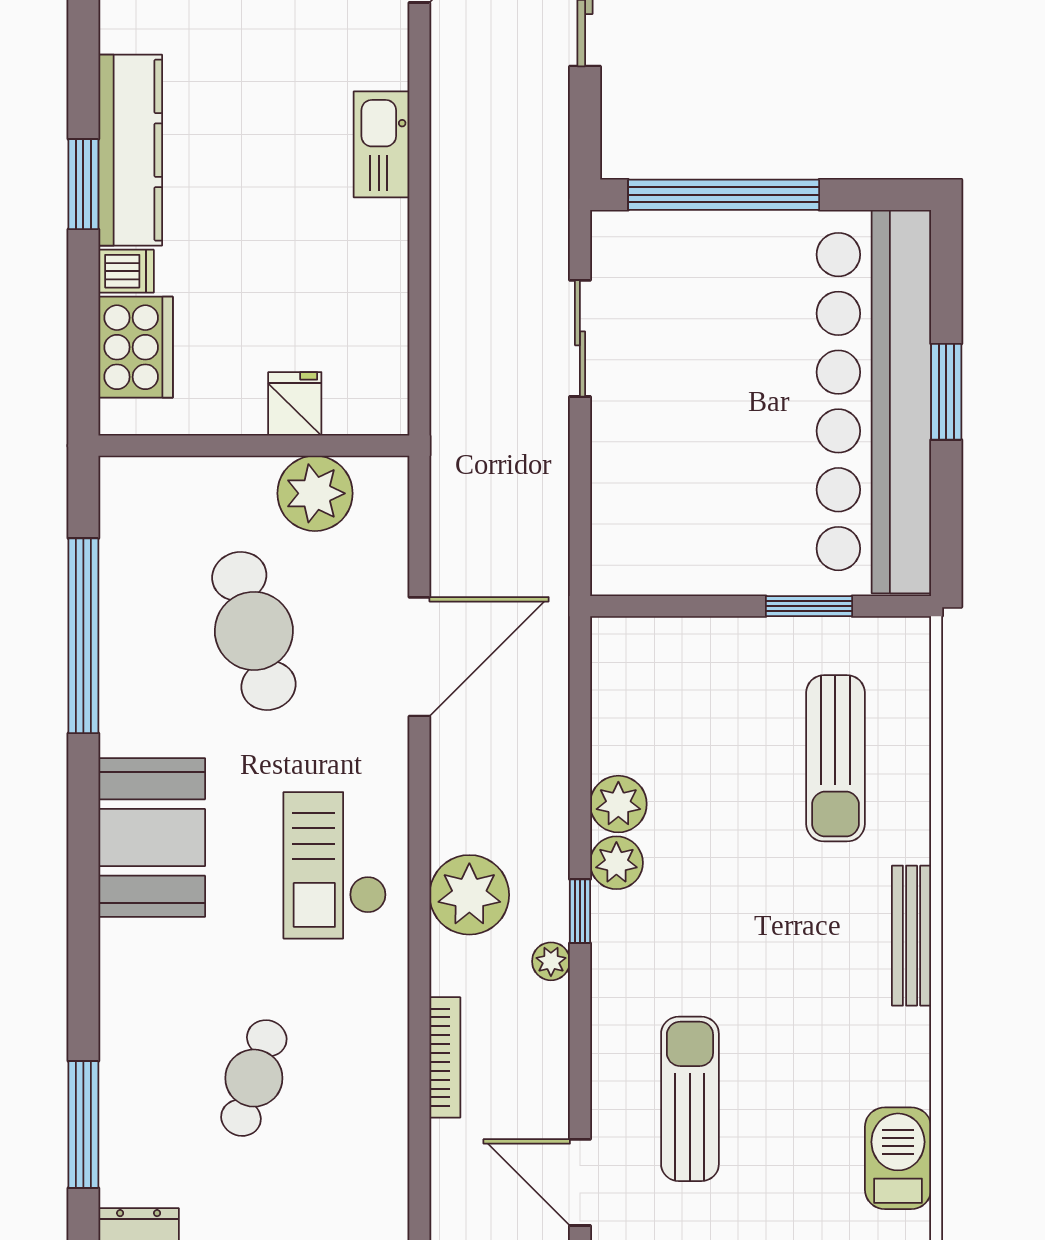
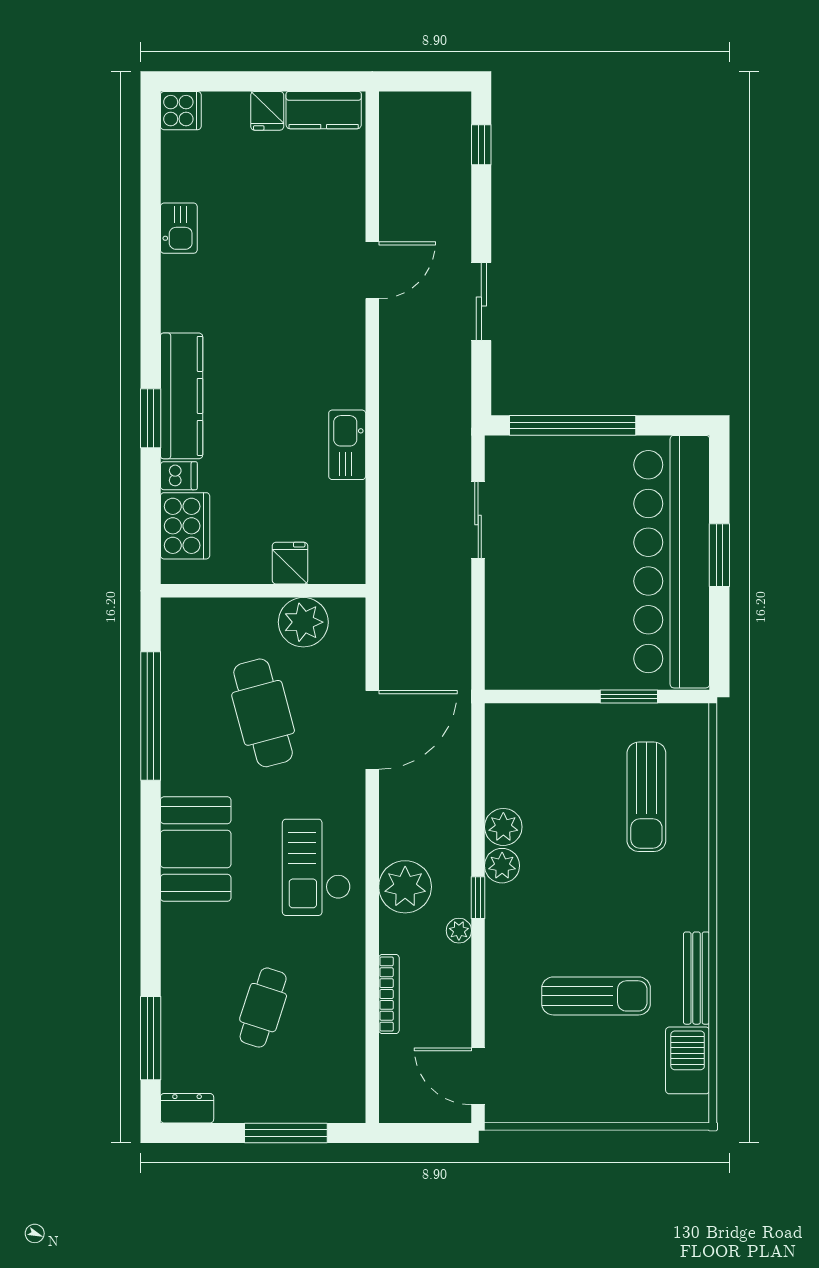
kitchen sink: (381, 144) -> (347, 445), moved
bench: (912, 936) -> (697, 978), moved
sun lounger: (690, 1099) -> (596, 996), moved, turned 90

